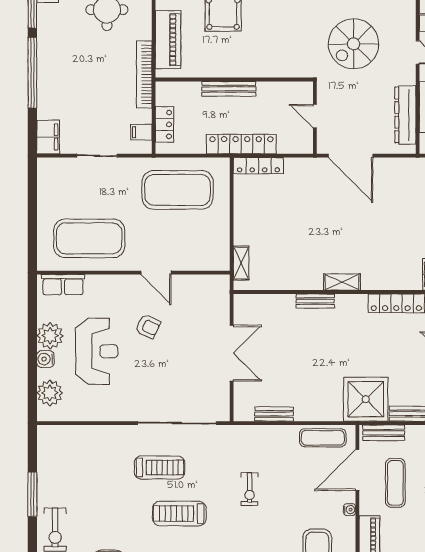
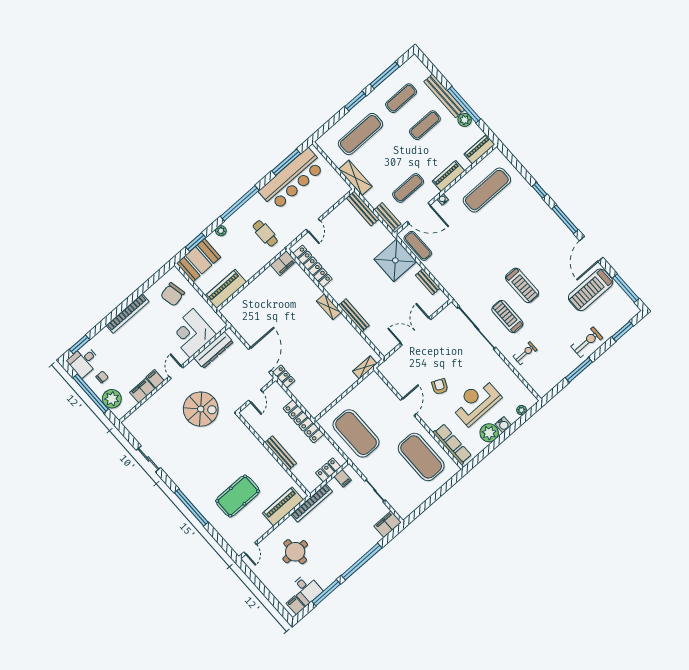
locker: (258, 166) -> (284, 376), moved, width x0.66
row of seats: (63, 285) -> (452, 444), width x1.48
bench: (315, 301) -> (354, 315), width x1.36
plant: (50, 393) -> (521, 410), width x0.53, depth x0.53
shower: (366, 399) -> (395, 260), moved
exercise bike: (250, 489) -> (525, 353), moved

